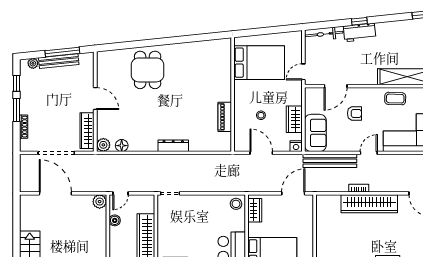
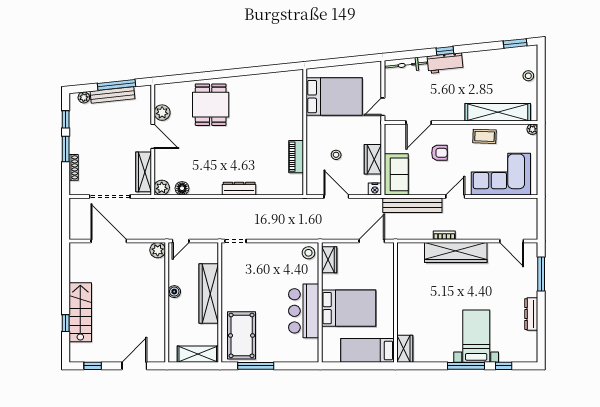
plant: (104, 77) -> (162, 113), added
boiler: (115, 220) -> (174, 292), moved

